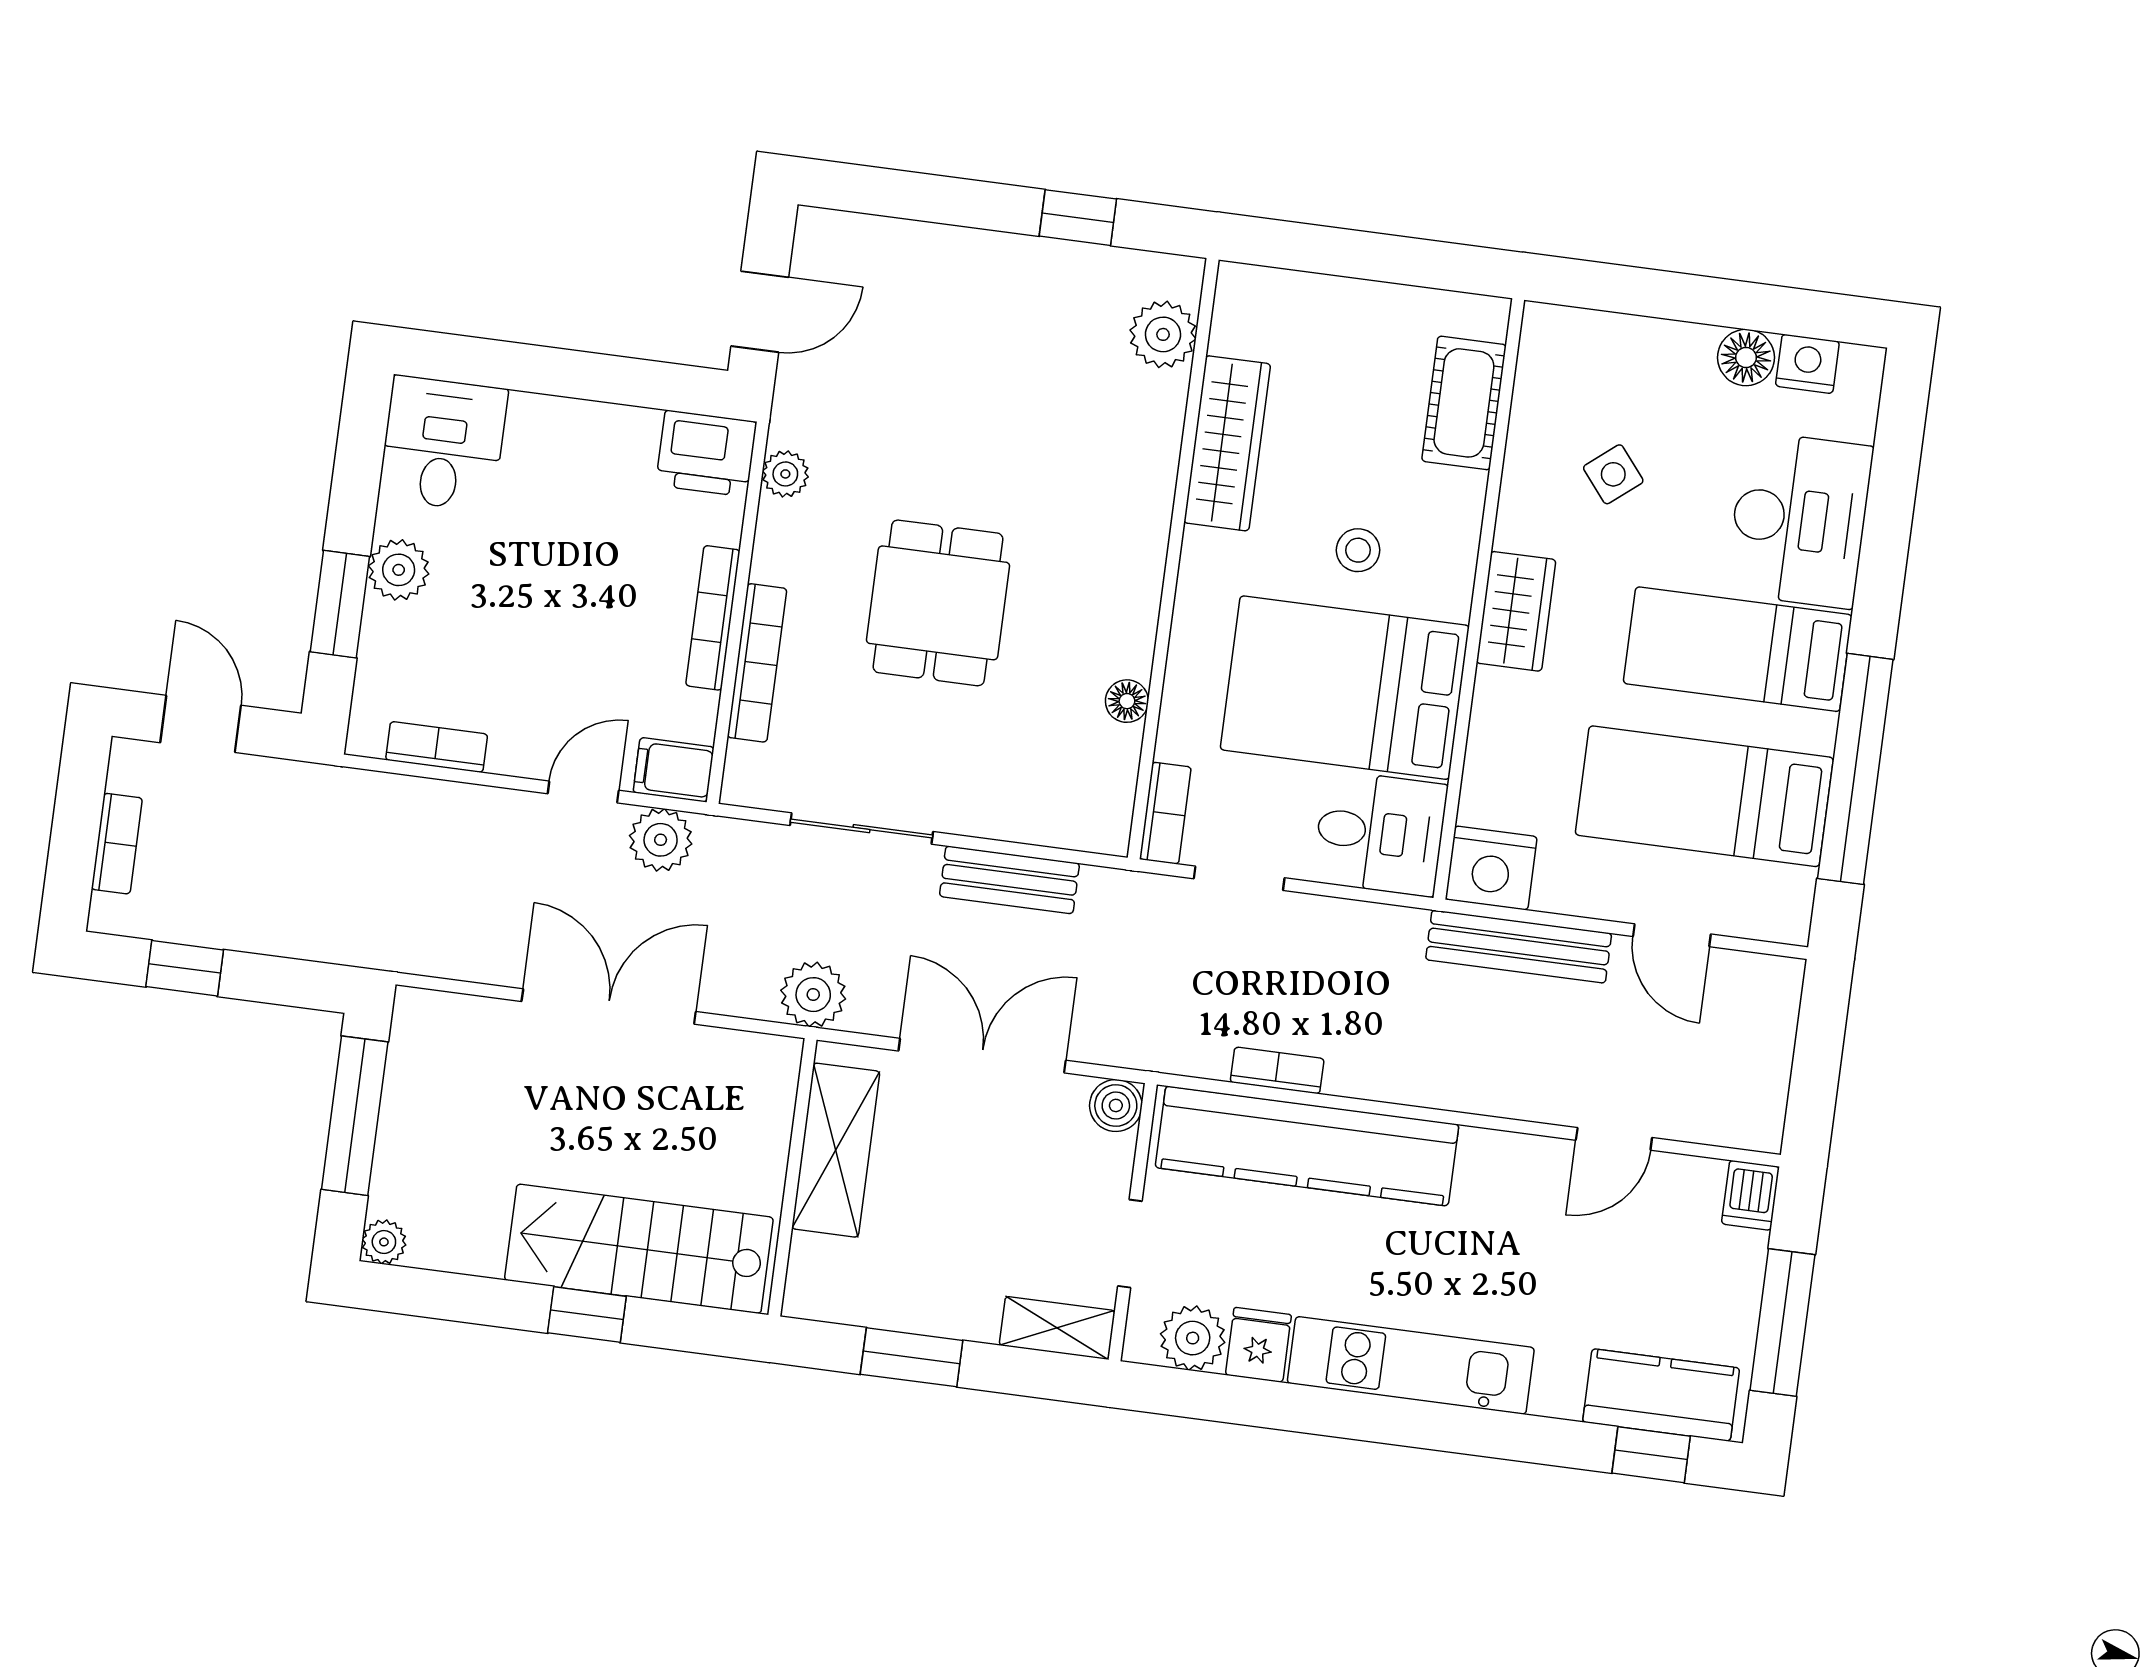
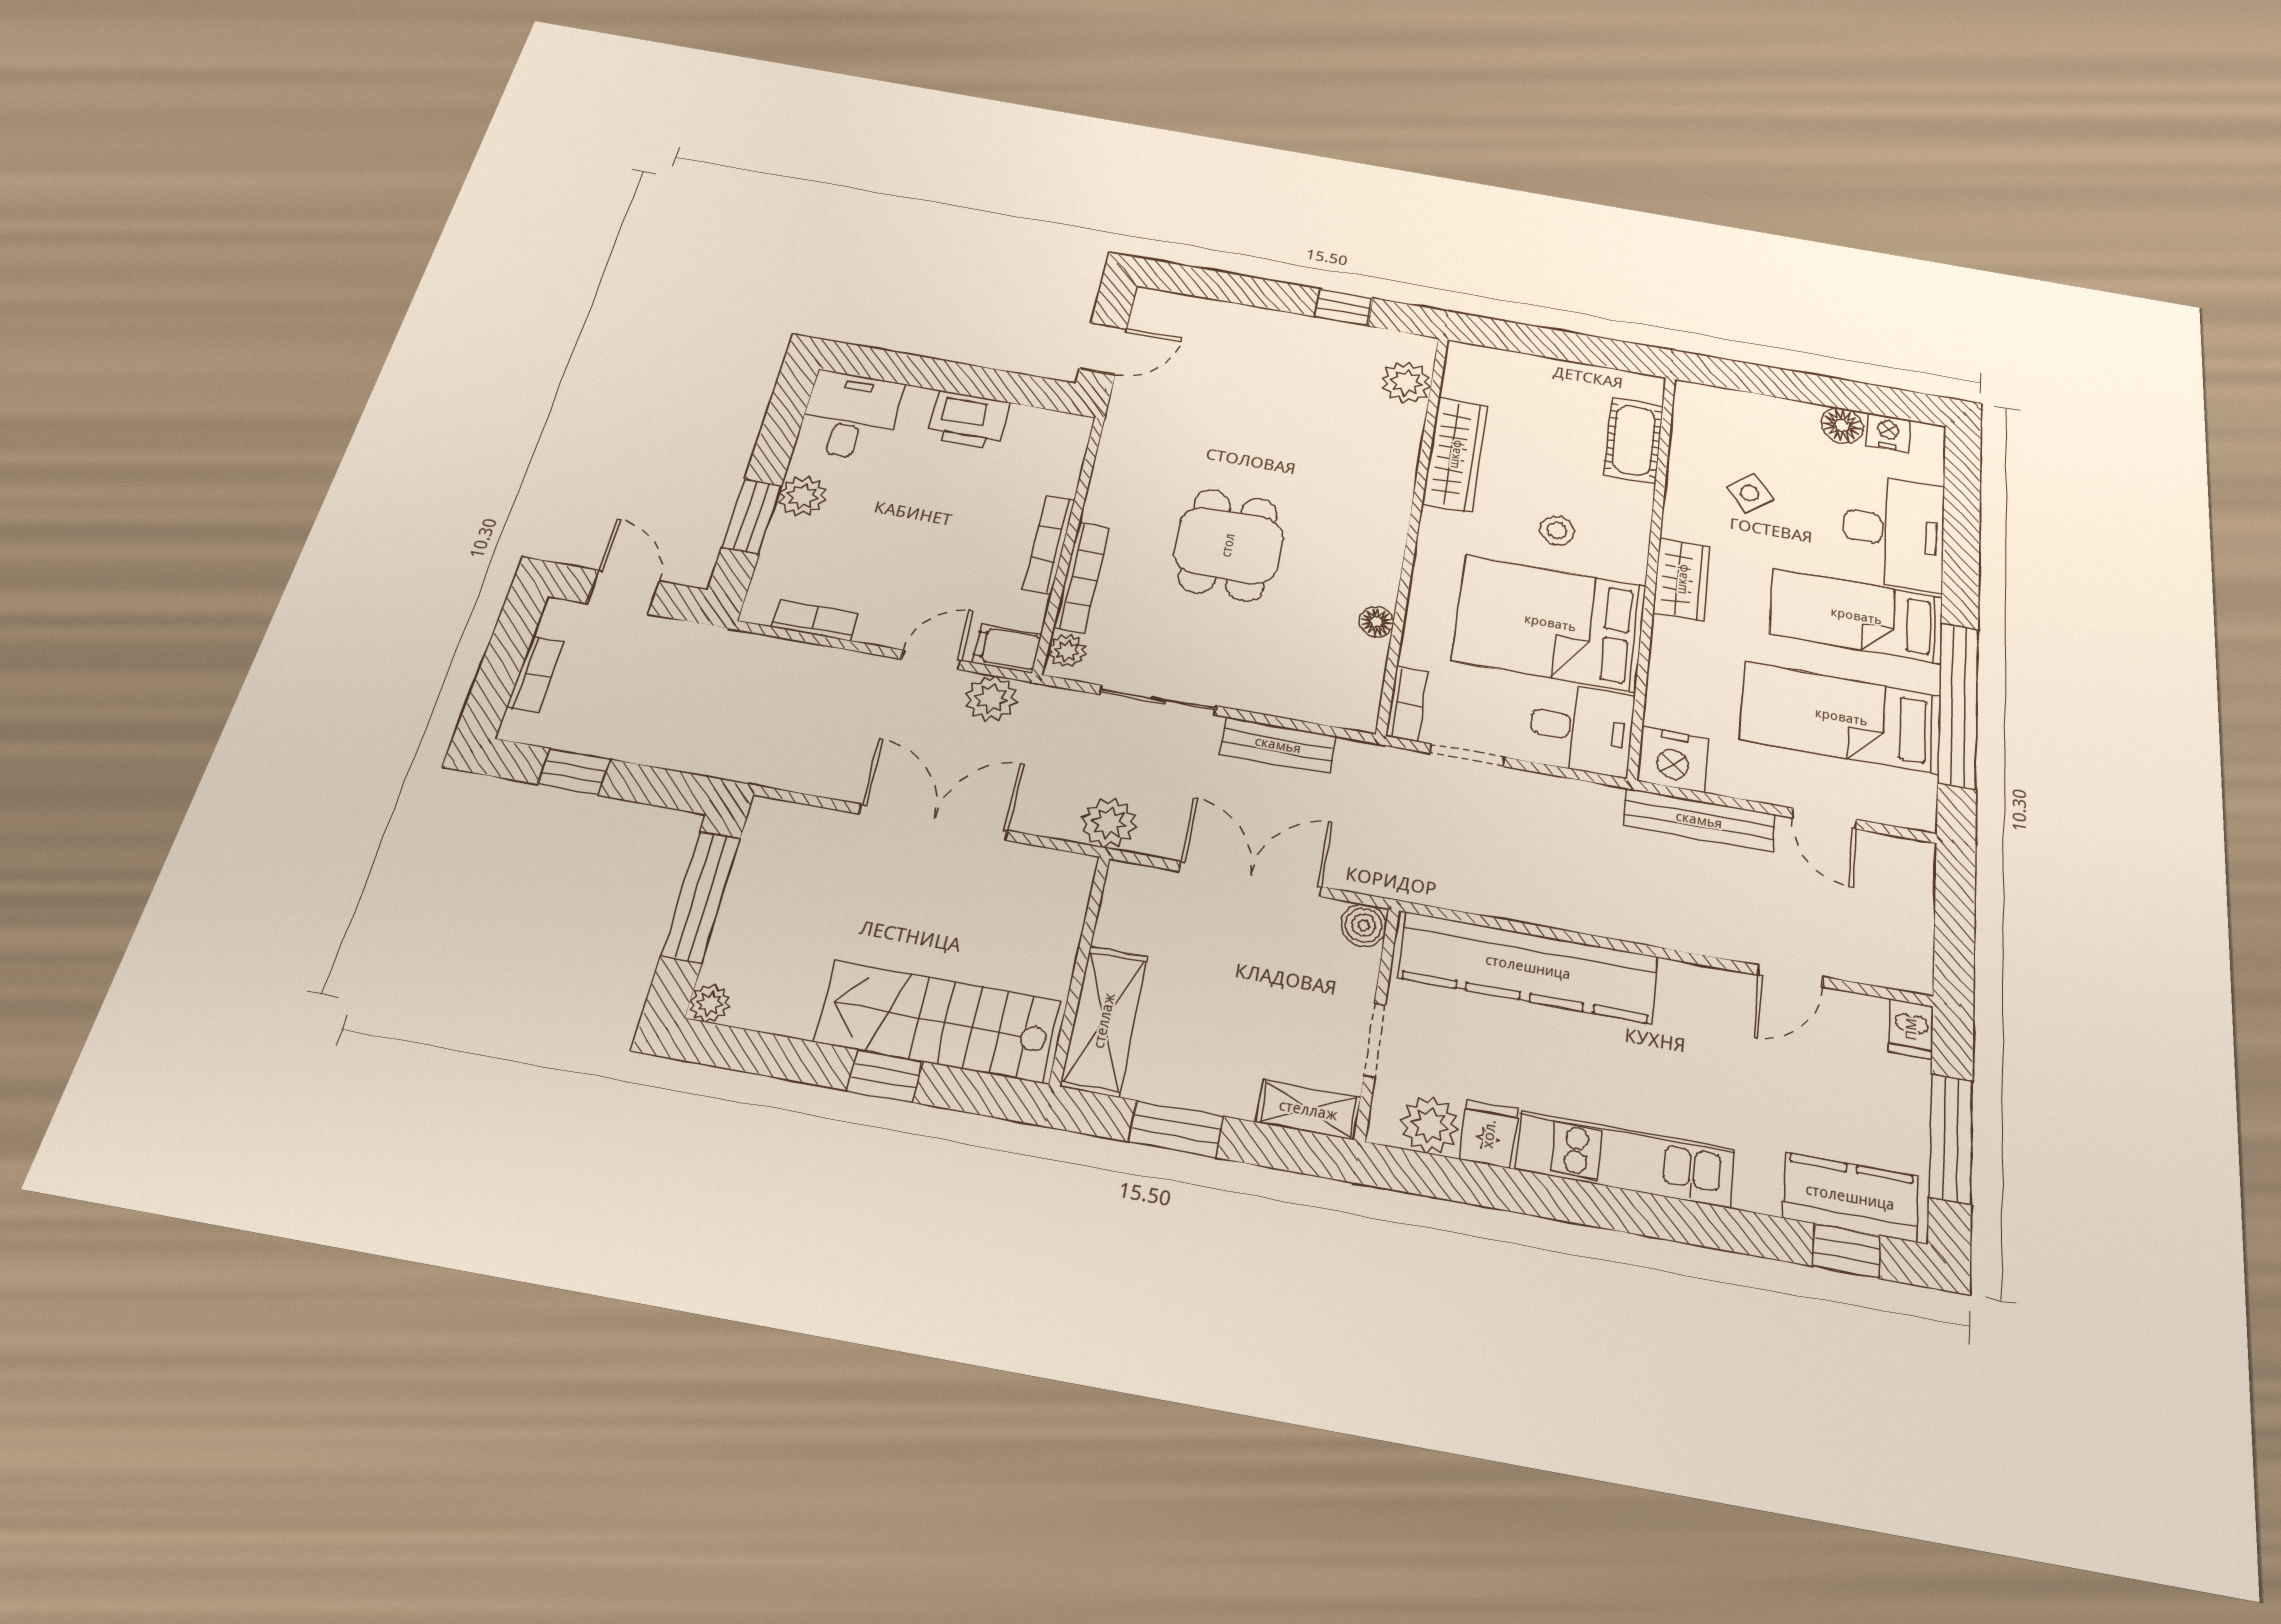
printer: (706, 454) -> (968, 420), moved
plant: (785, 474) -> (1067, 651), moved
bookcase: (1277, 1070) -> (1501, 905), removed
shelving: (836, 1150) -> (1104, 1021), moved

